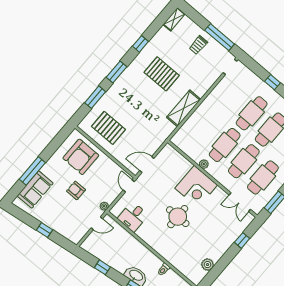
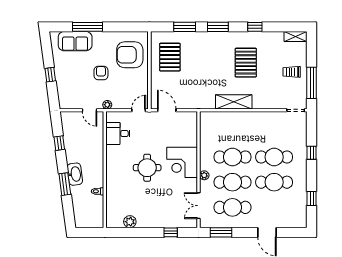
plant: (204, 164) -> (204, 175), moved

